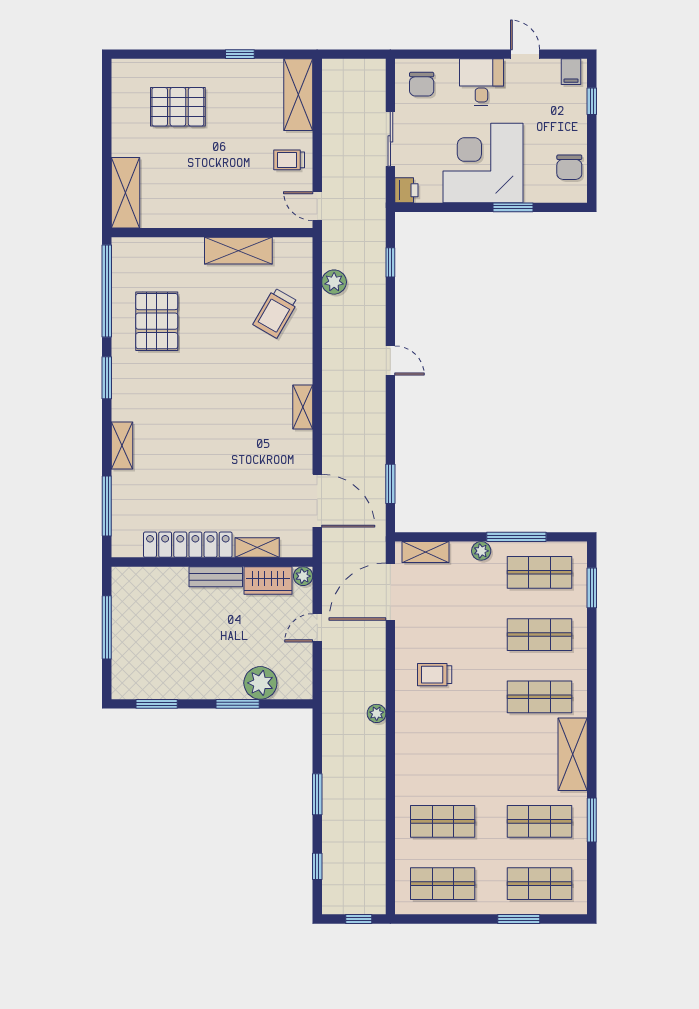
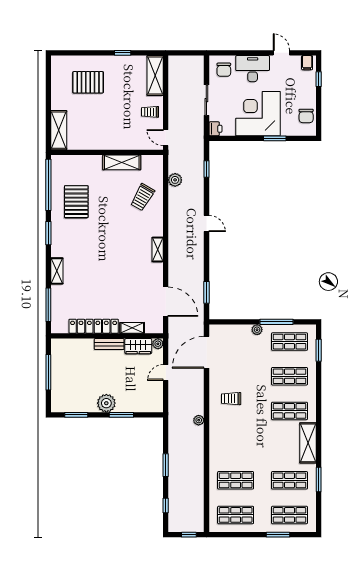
desk: (481, 82) -> (253, 69), width x1.37
shelving: (425, 552) -> (226, 330), removed
plant: (260, 683) -> (106, 403), moved

